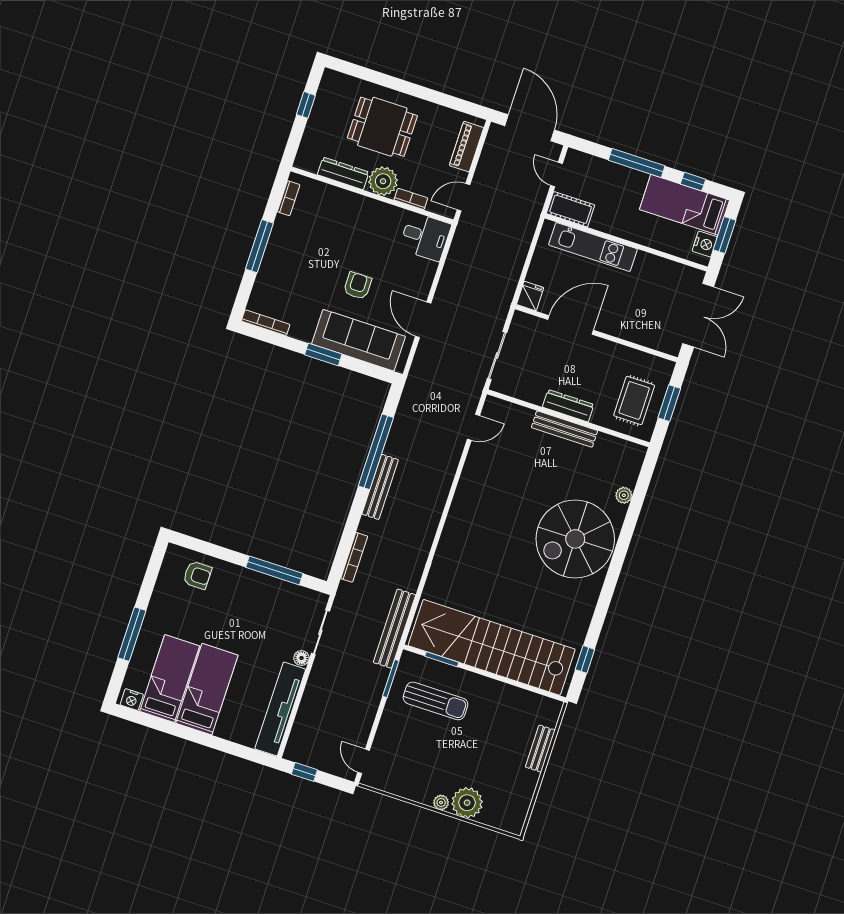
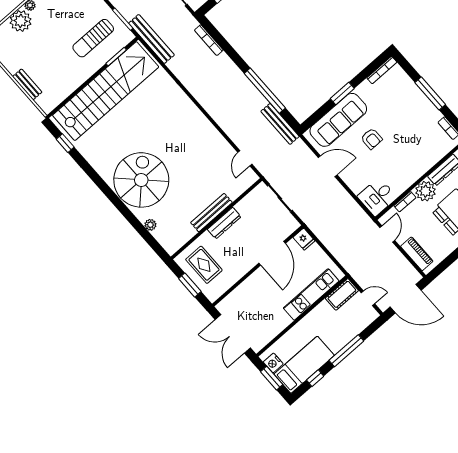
bench: (380, 487) -> (280, 124), moved

